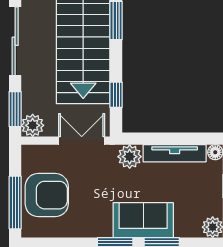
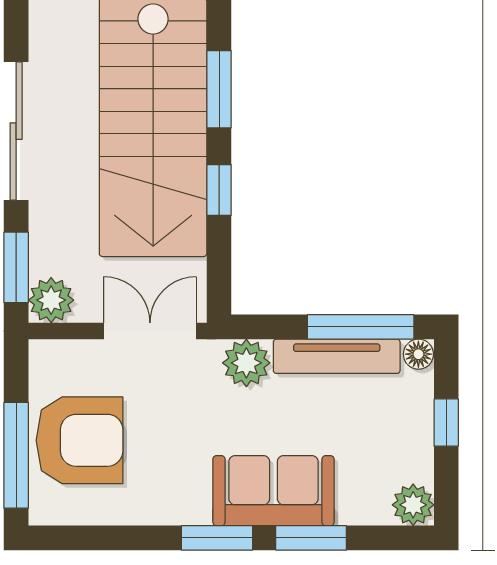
window: (116, 95) -> (219, 190), moved
window: (186, 139) -> (361, 327), added

